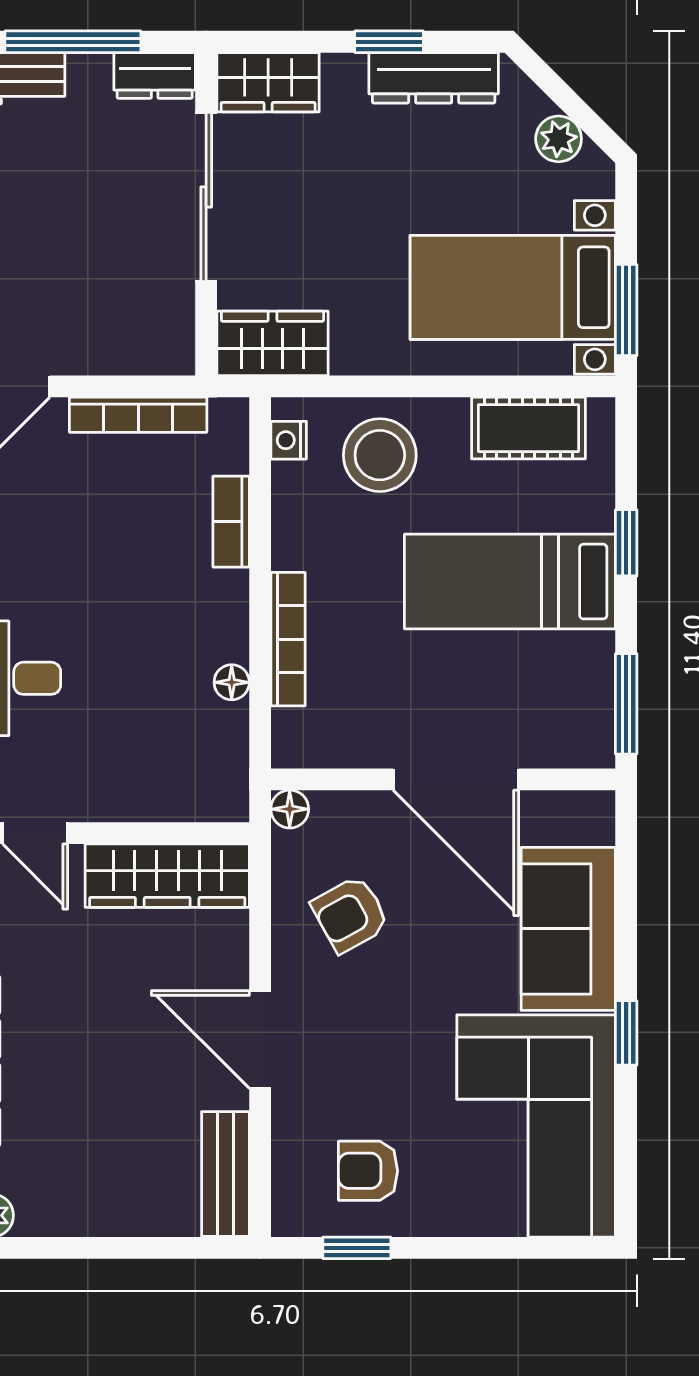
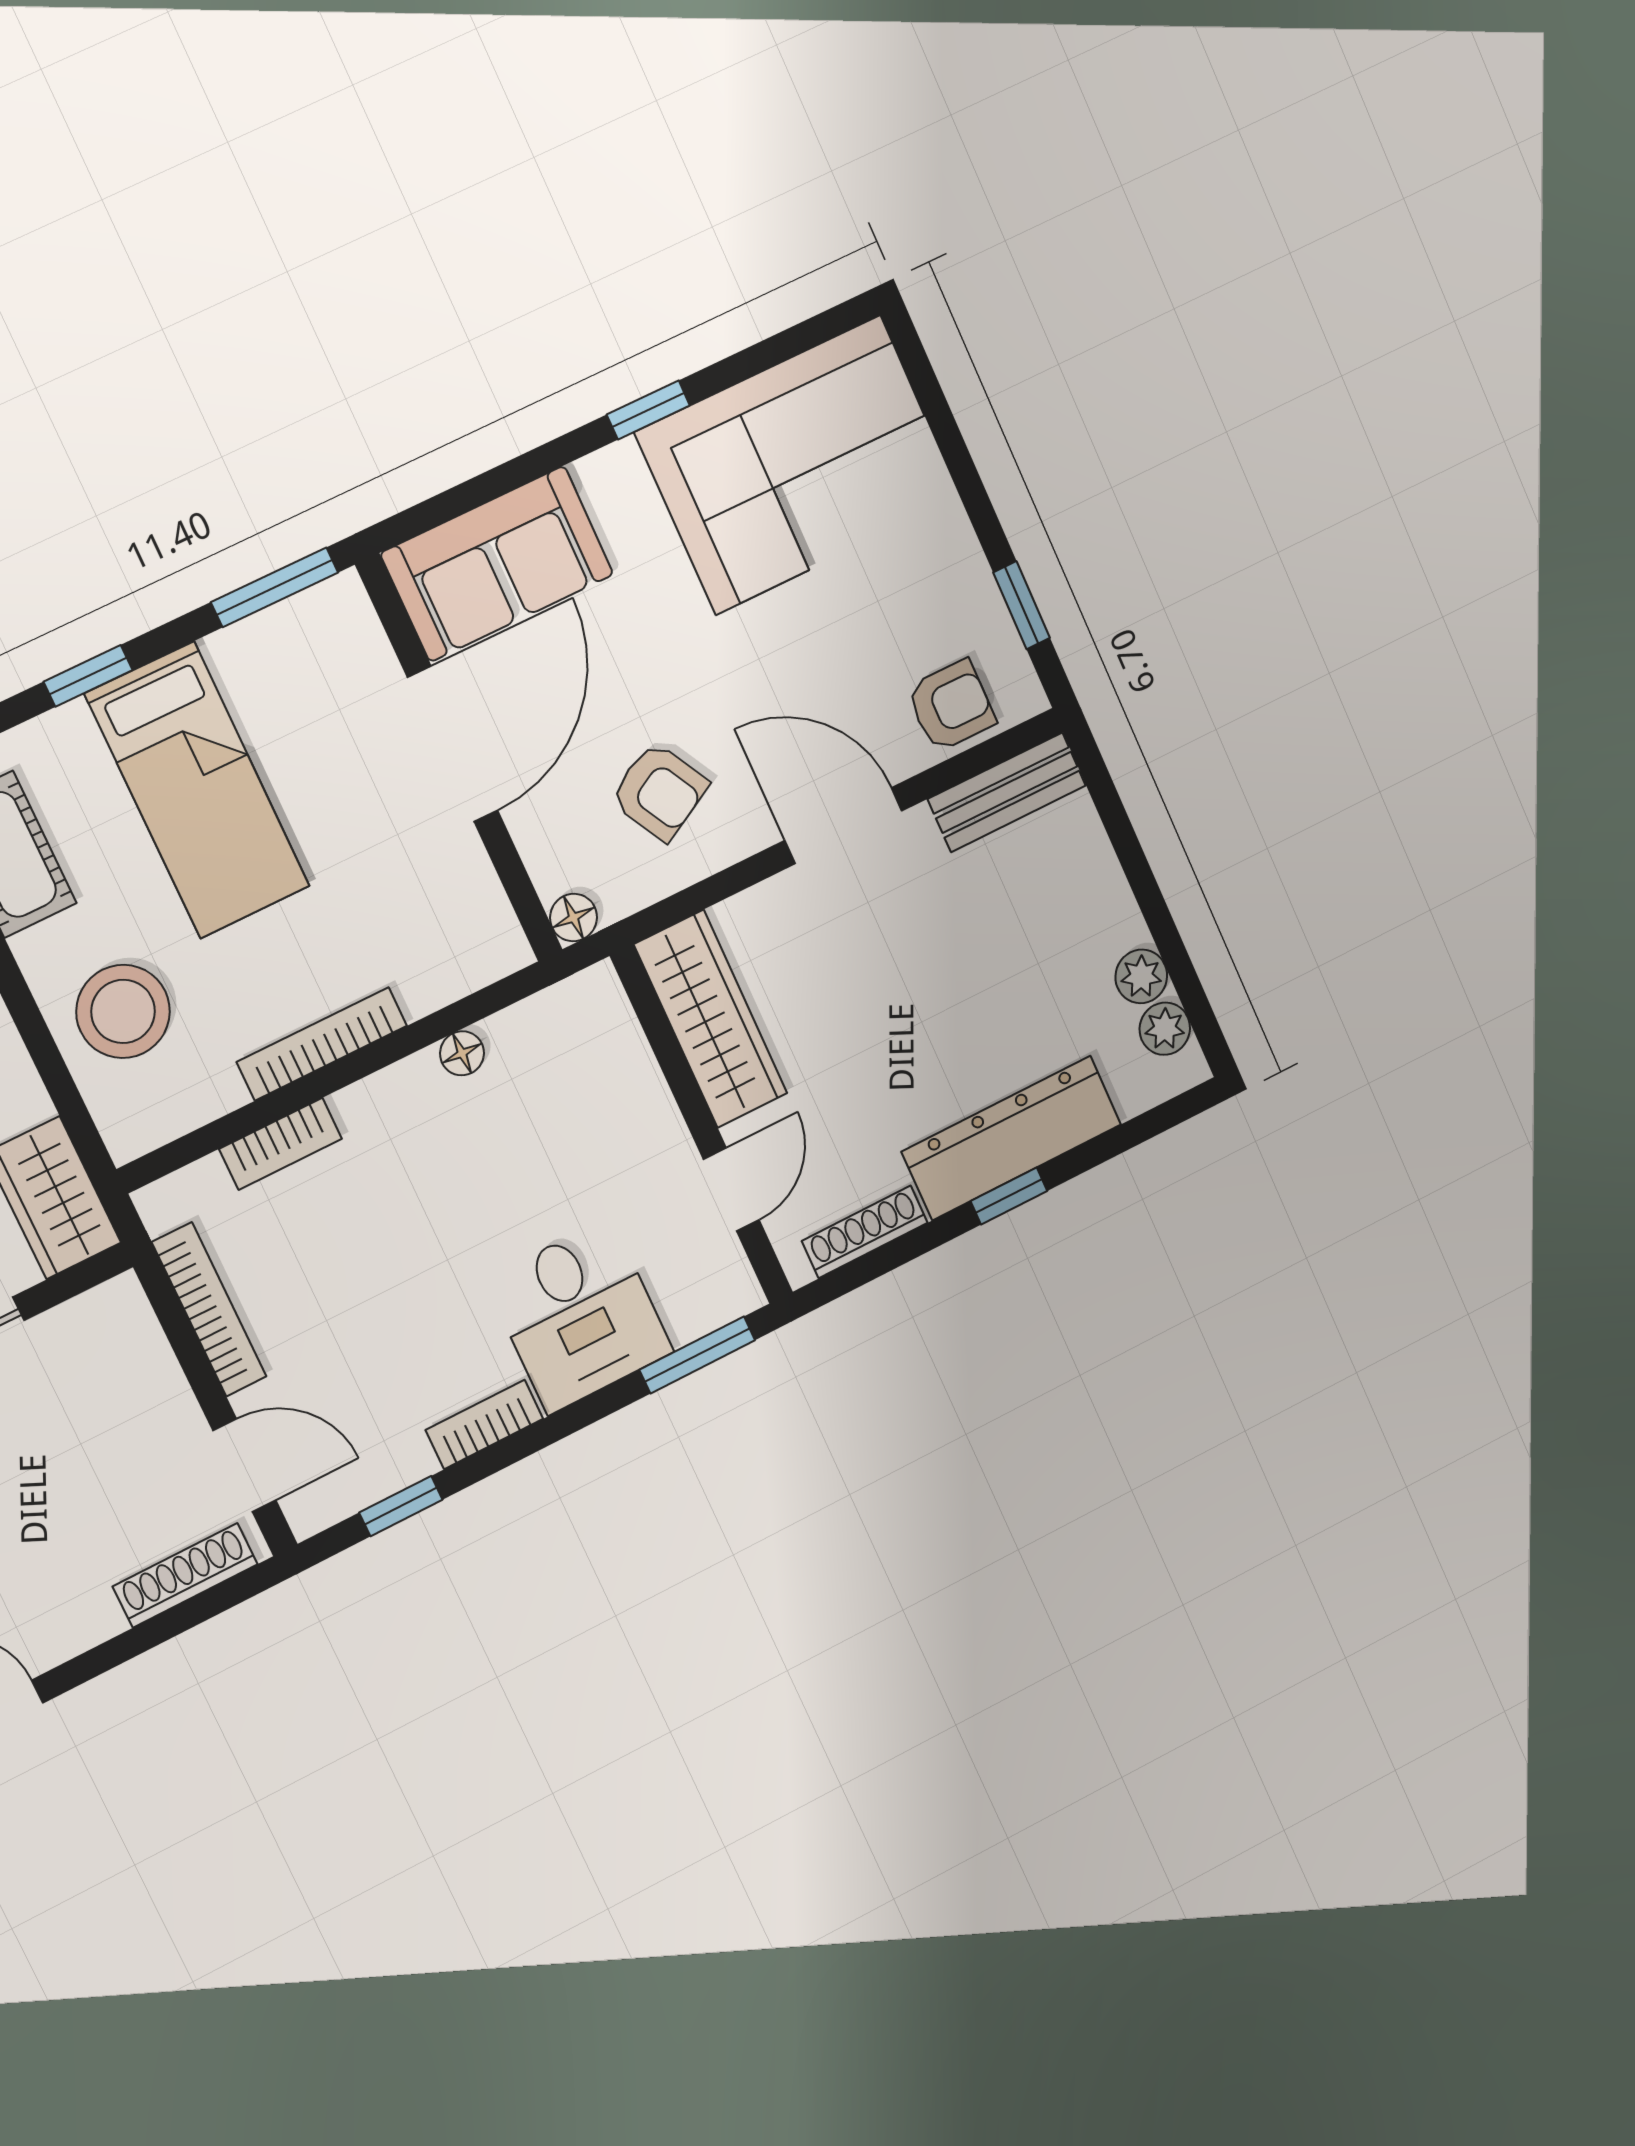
nightstand: (289, 440) -> (156, 1124), removed
bookcase: (288, 639) -> (322, 1044), moved
sofa: (568, 929) -> (497, 564), moved
door: (260, 1040) -> (843, 826), swing flipped
armchair: (368, 1171) -> (951, 706), moved, turned -90
plant: (40, 1215) -> (1141, 976), added

